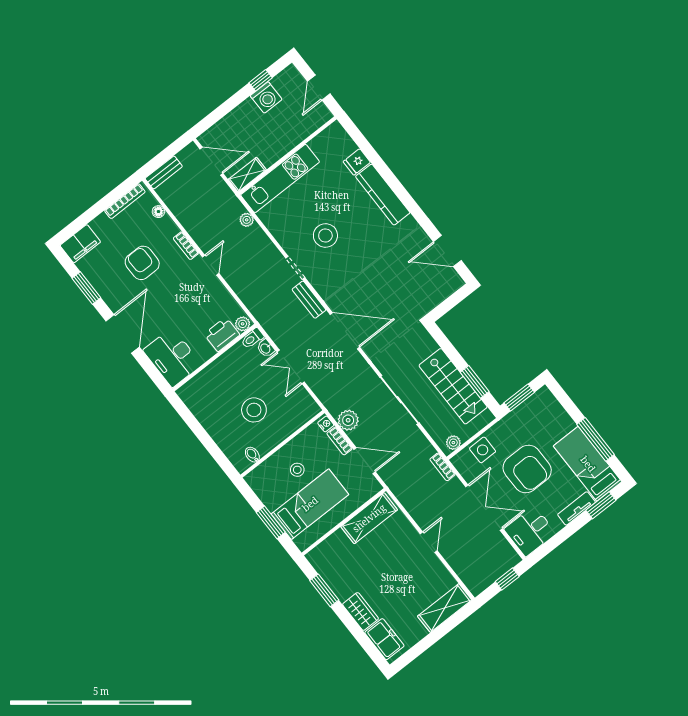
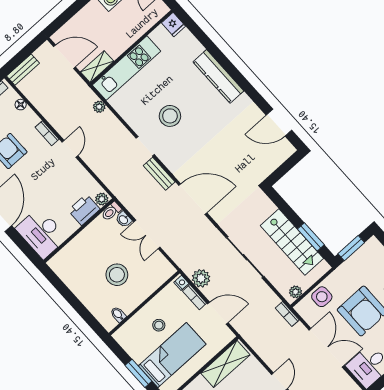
fridge: (357, 162) -> (173, 25), moved, turned -90

